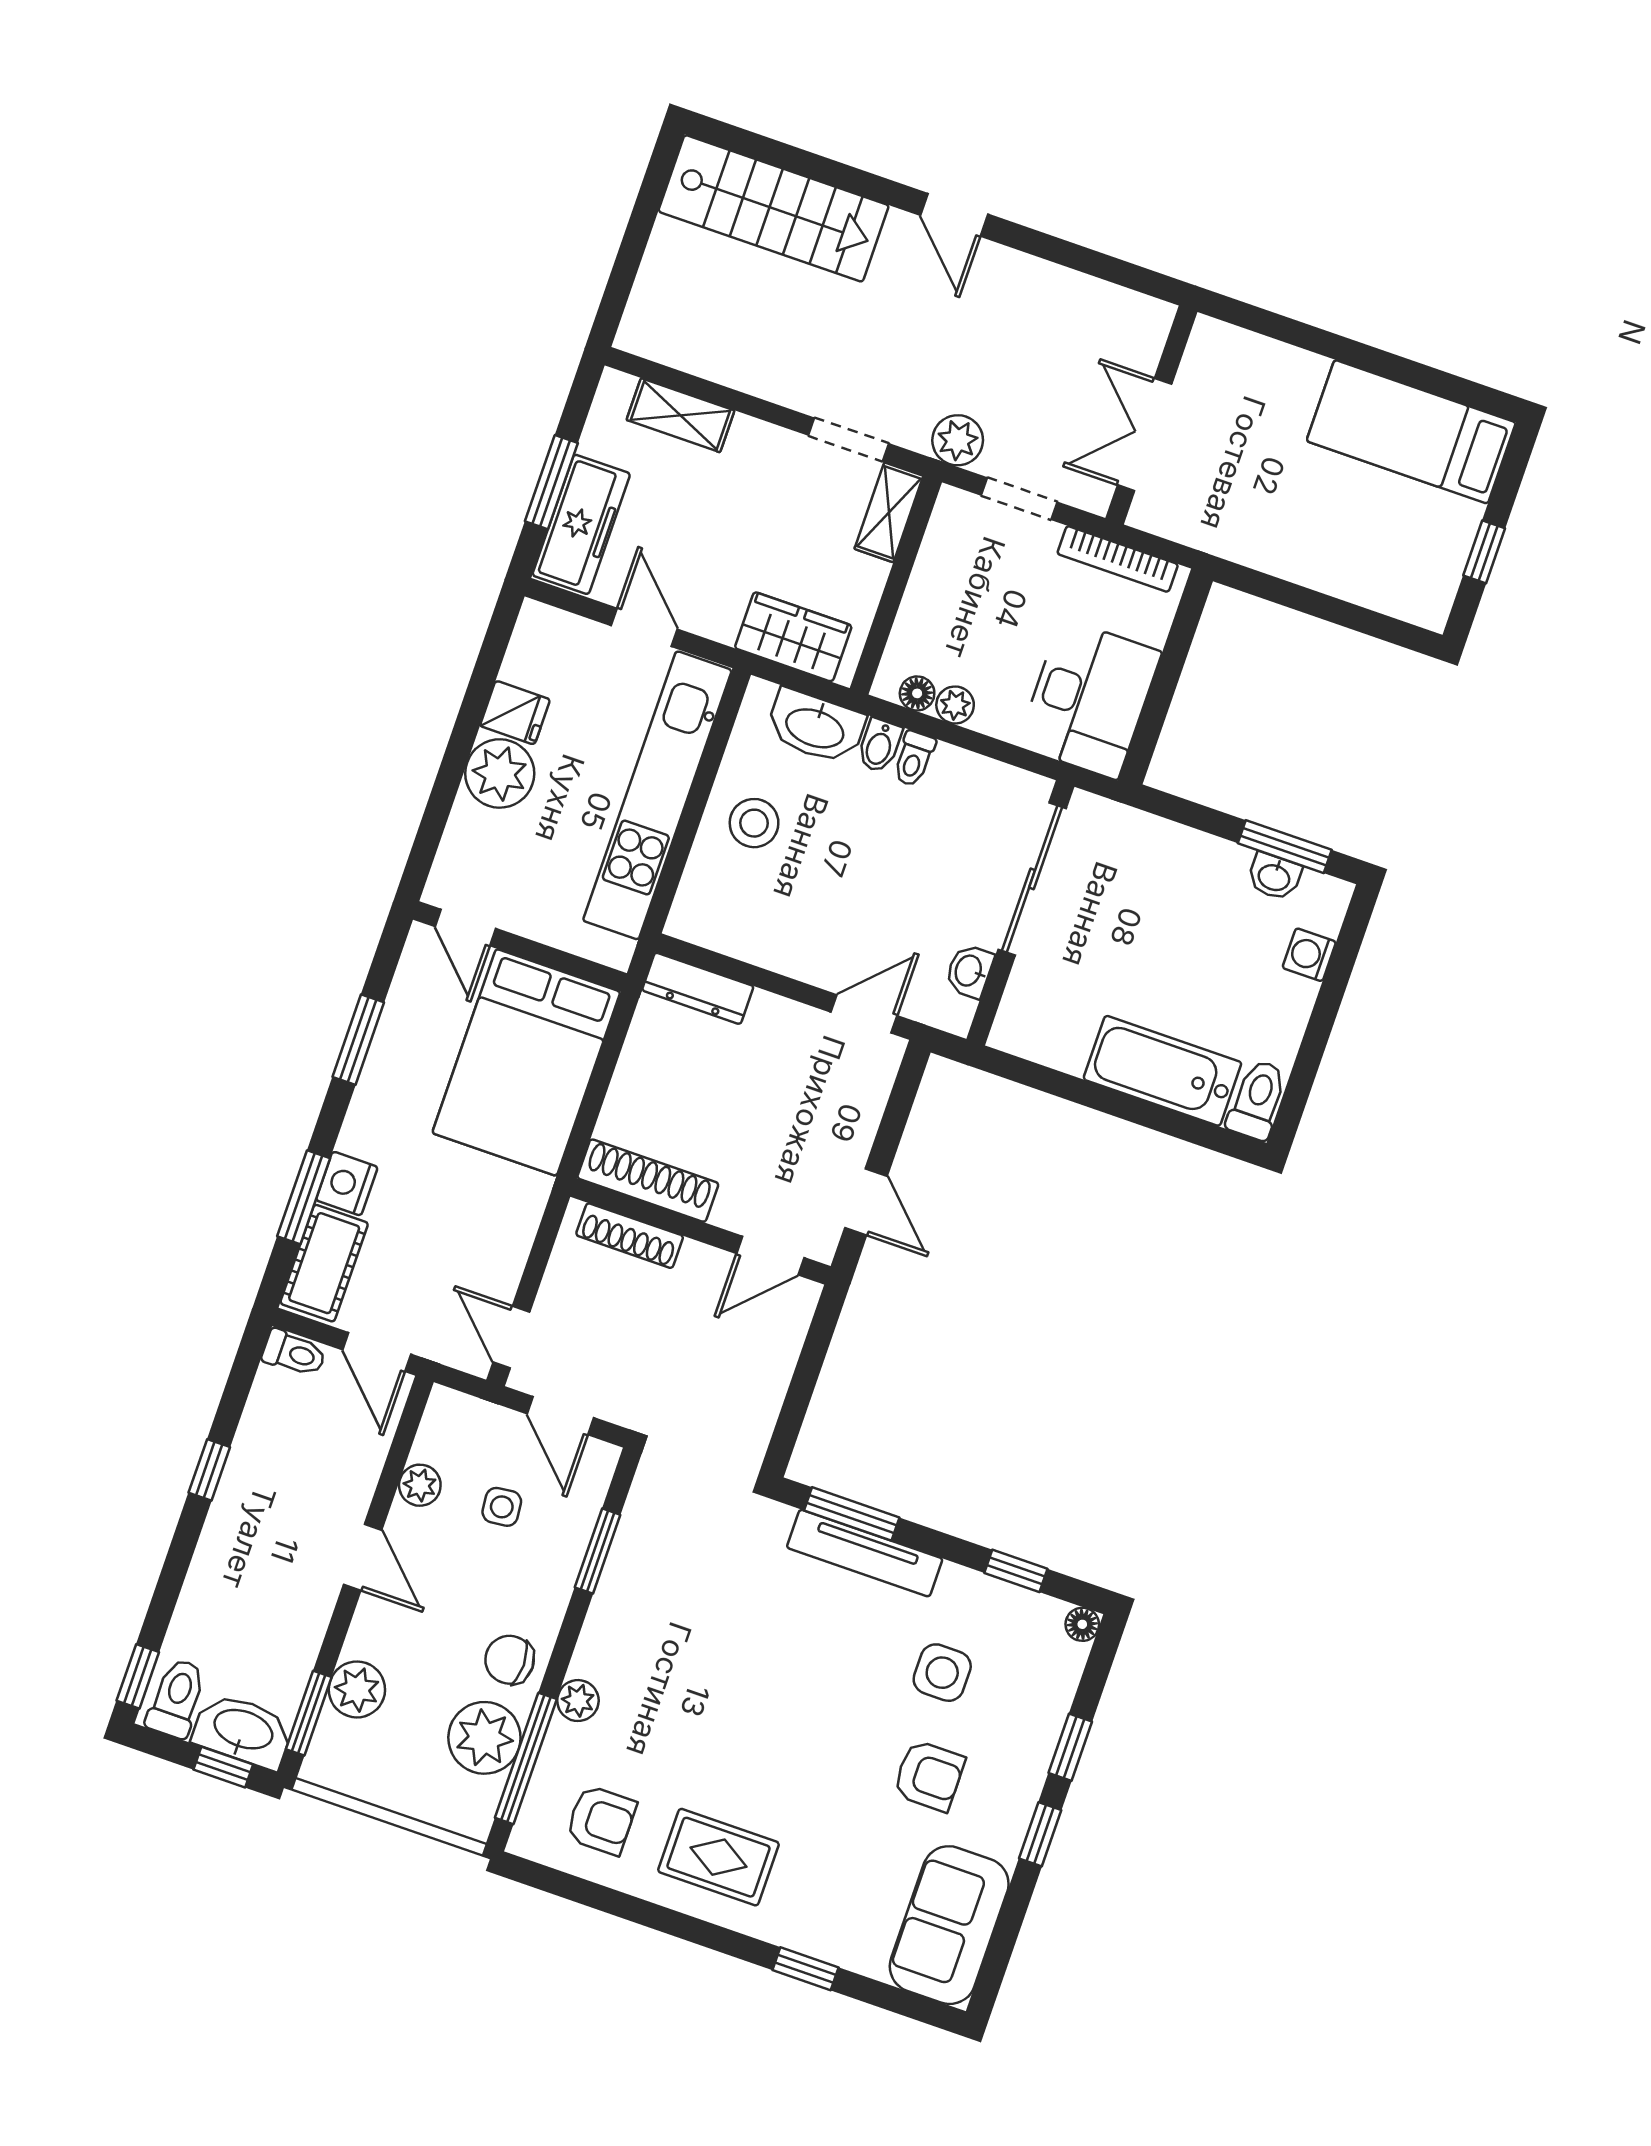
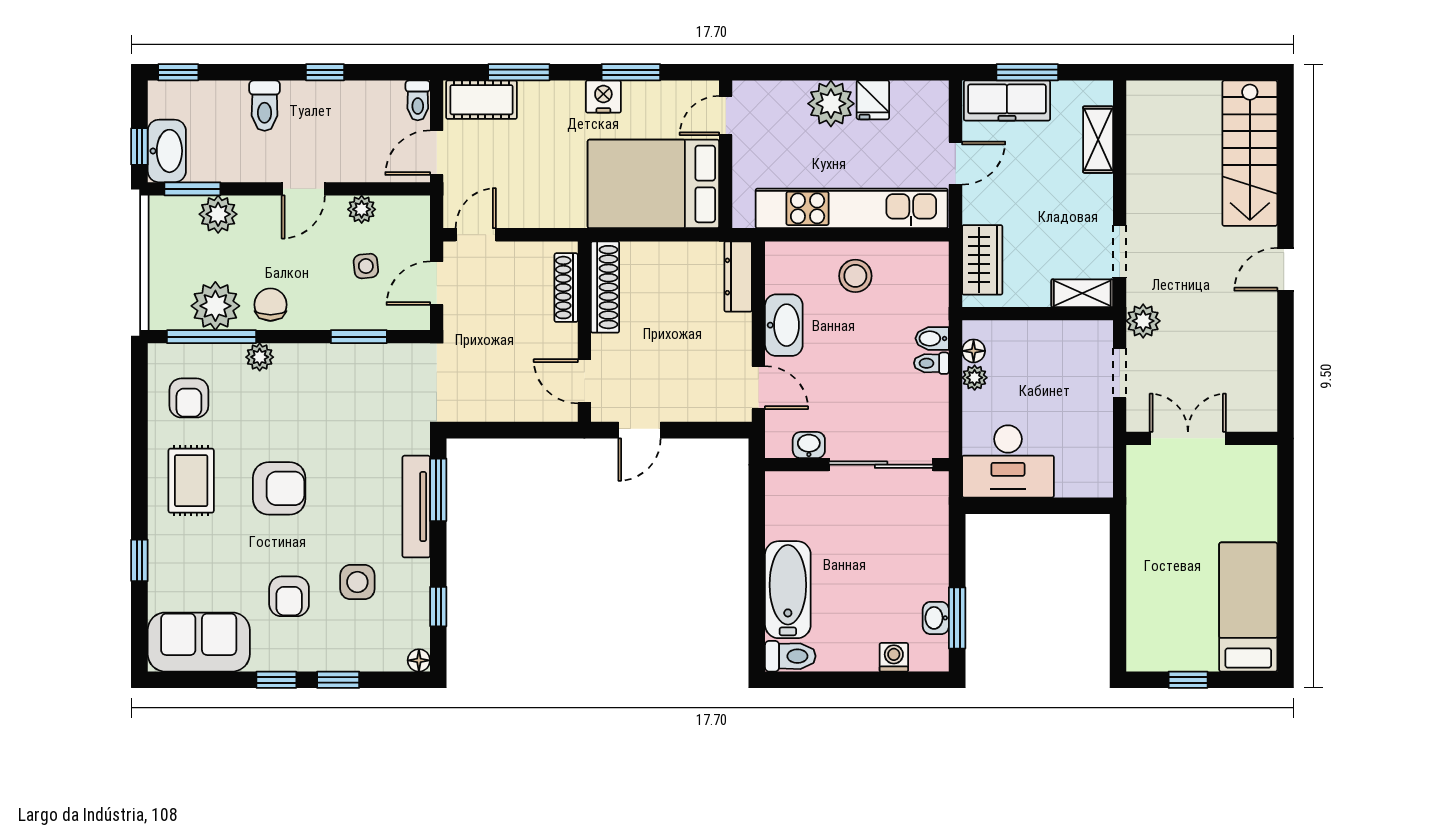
bookcase: (1118, 559) -> (1103, 449), removed
washbasin: (815, 727) -> (784, 325), moved, turned 180
nightstand: (347, 1184) -> (603, 97), moved
toilet: (177, 1698) -> (265, 106), moved, turned 90
armchair: (772, 1737) -> (279, 488), added

